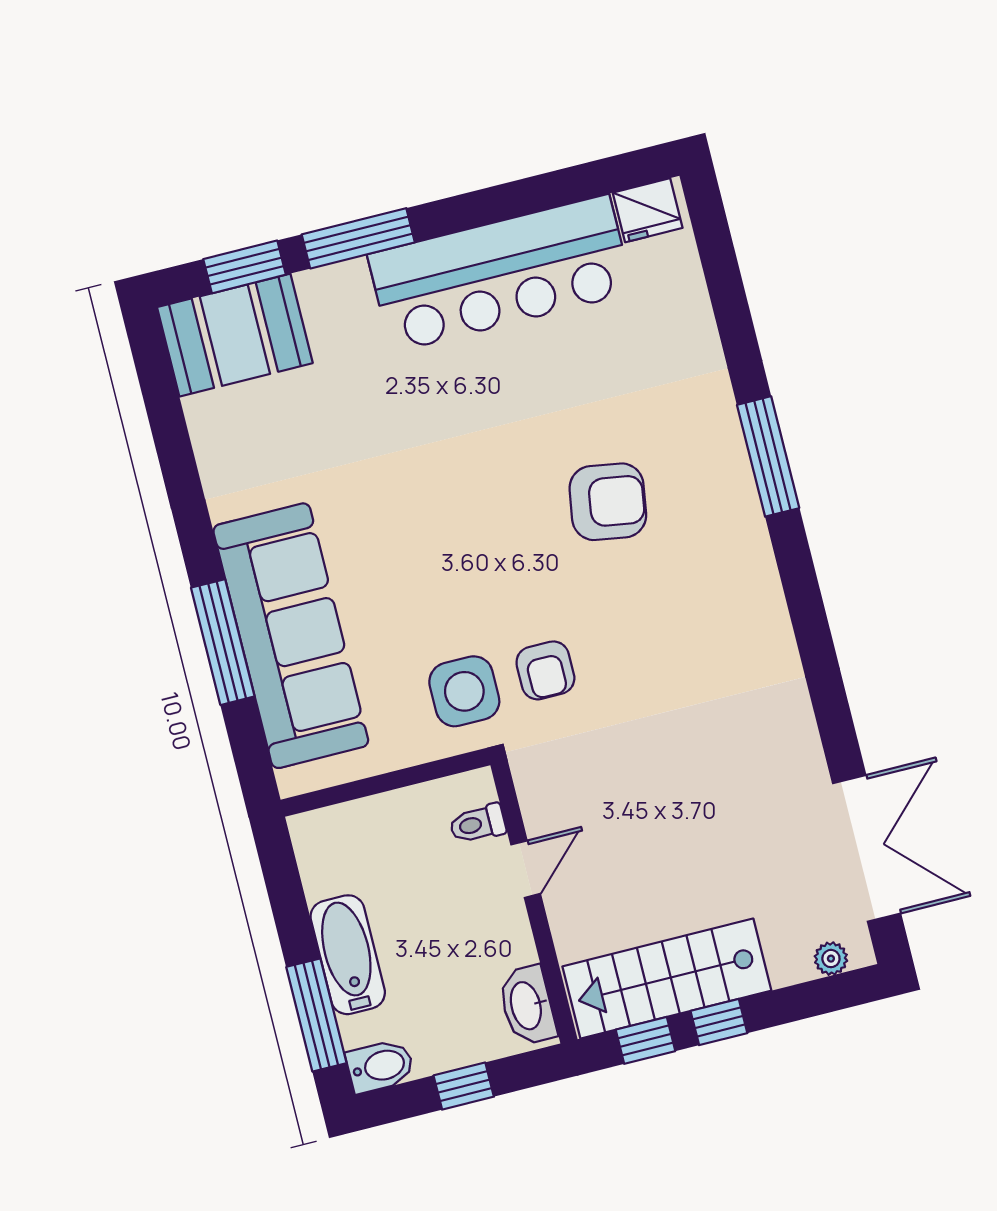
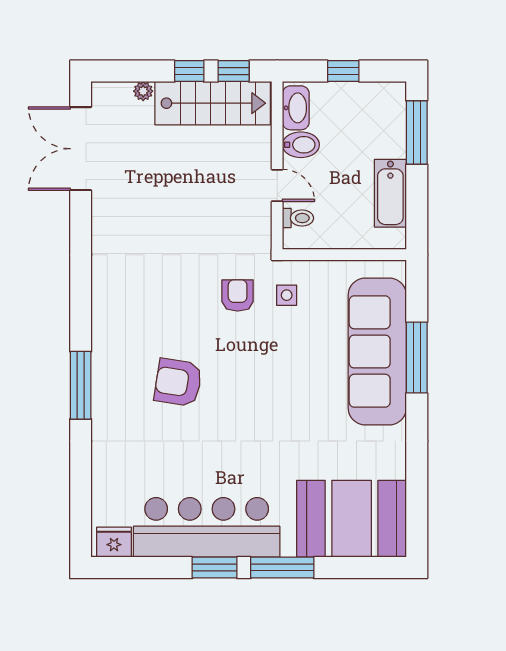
window: (245, 267) -> (215, 568), moved
booth: (235, 335) -> (352, 519), width x1.36, depth x1.42
side table: (464, 691) -> (287, 295), width x0.54, depth x0.54
door: (526, 869) -> (277, 185), swing flipped
bathtub: (348, 955) -> (390, 193), moved
plant: (831, 959) -> (143, 91), moved
bidet: (380, 1066) -> (301, 145), moved, turned 180

